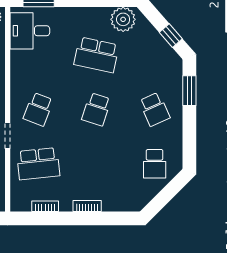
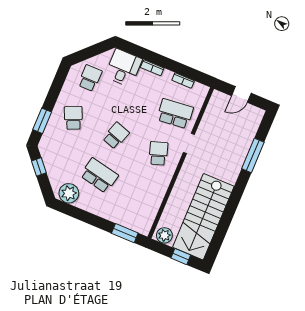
desk: (30, 31) -> (123, 68), moved, turned -90
school desk: (38, 109) -> (158, 153), turned -39

